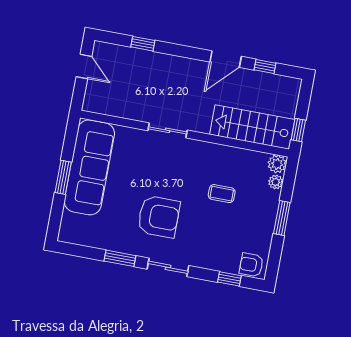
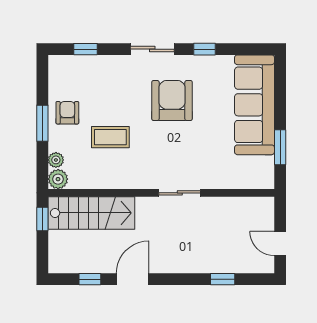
sofa: (89, 167) -> (255, 105), moved
window: (63, 177) -> (280, 147), moved
coffee table: (222, 194) -> (110, 137), width x1.36, depth x1.30
armchair: (159, 217) -> (172, 100), turned 90
window: (120, 258) -> (205, 49), width x0.67
armchair: (251, 265) -> (67, 113), moved, turned -90

